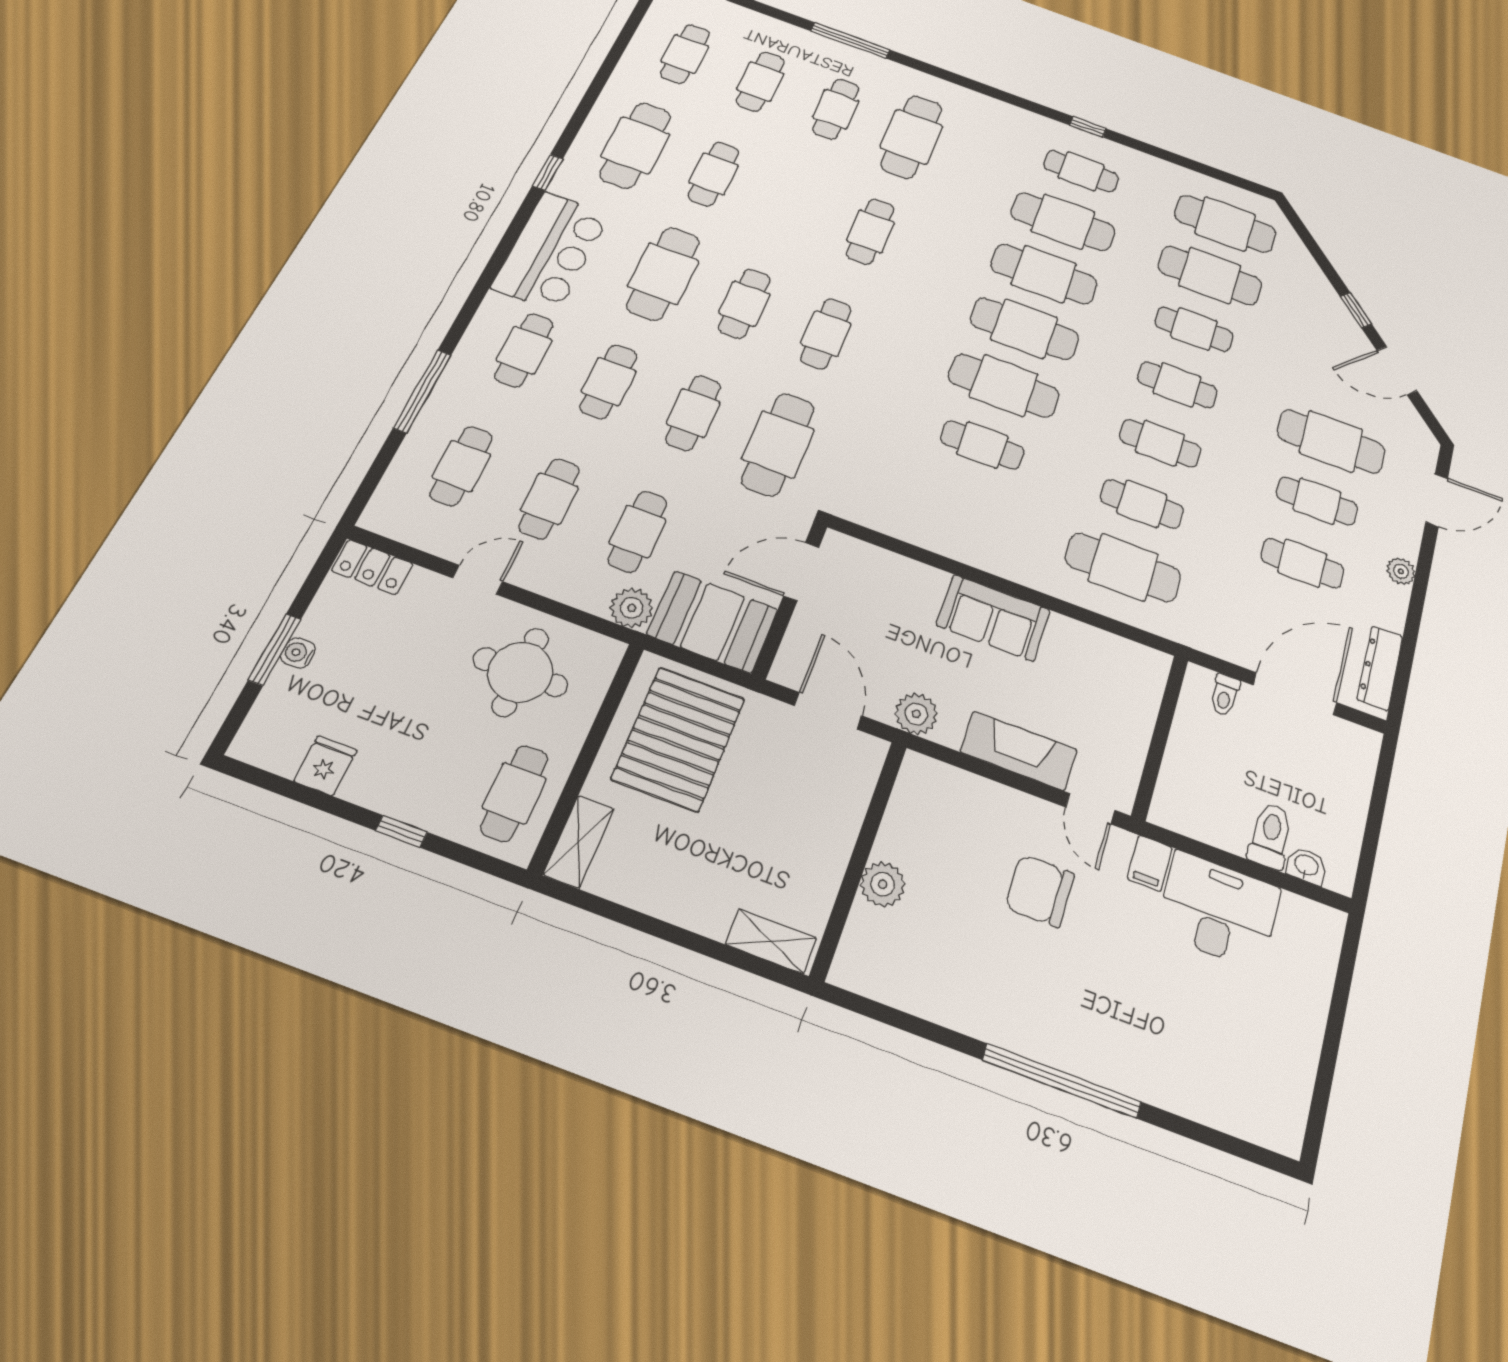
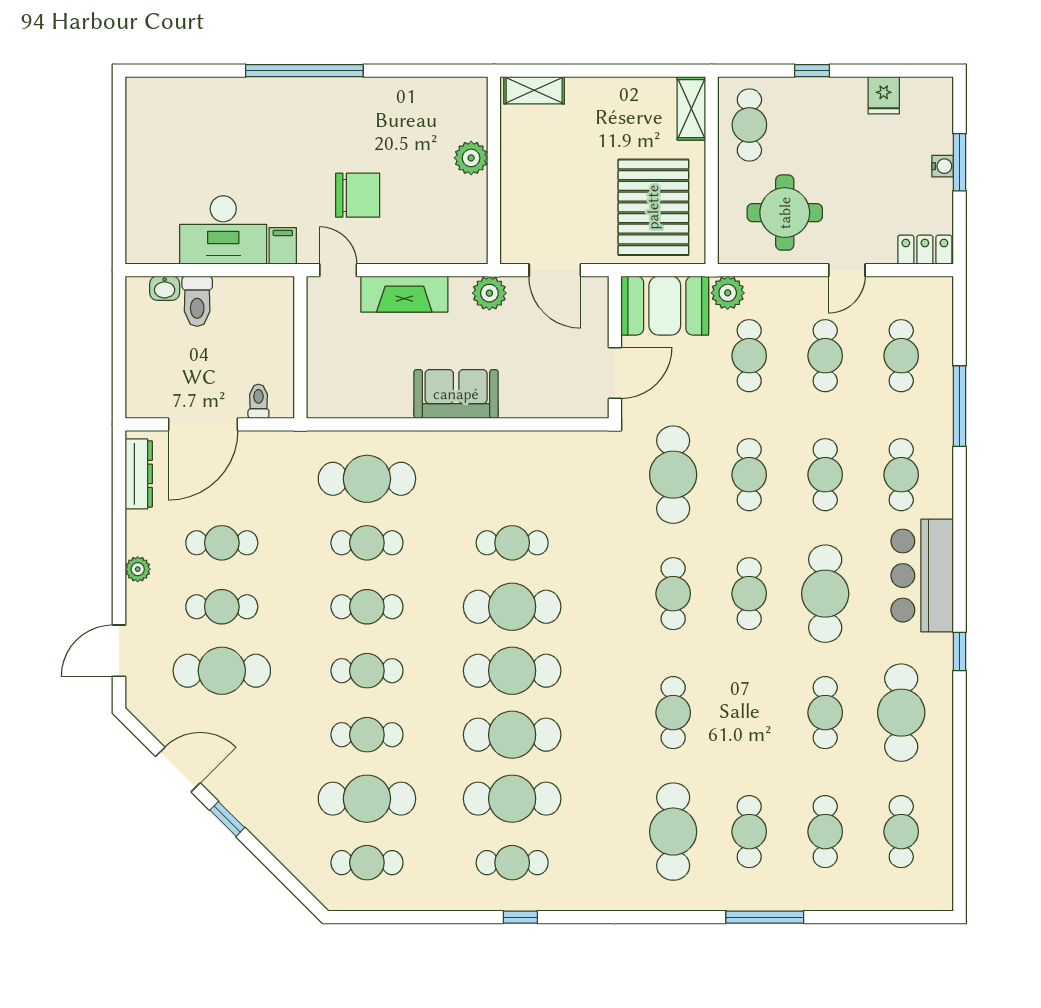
cafe table: (1225, 224) -> (367, 863), width x0.73, depth x0.74

